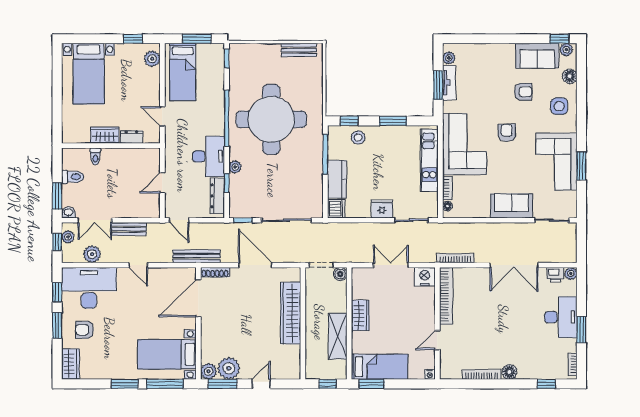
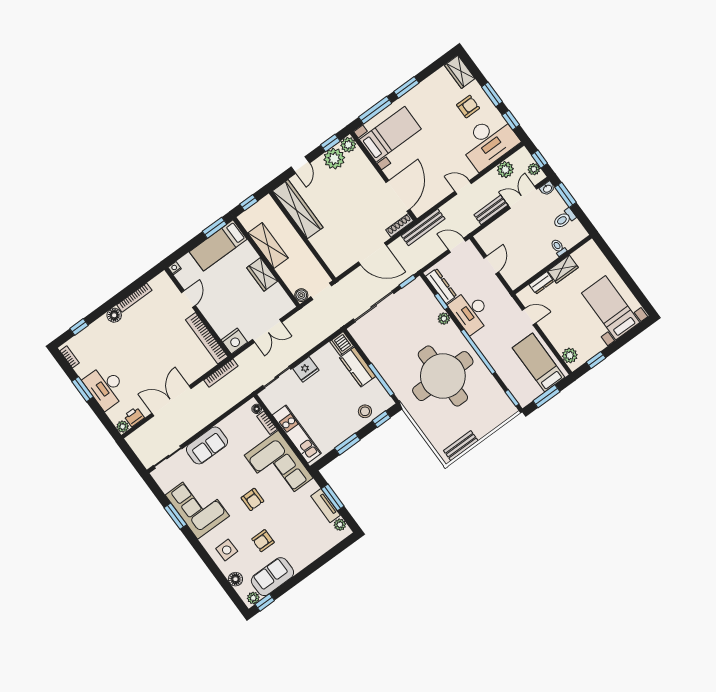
wardrobe: (291, 313) -> (298, 209), moved
window: (223, 384) -> (330, 143), width x0.67

